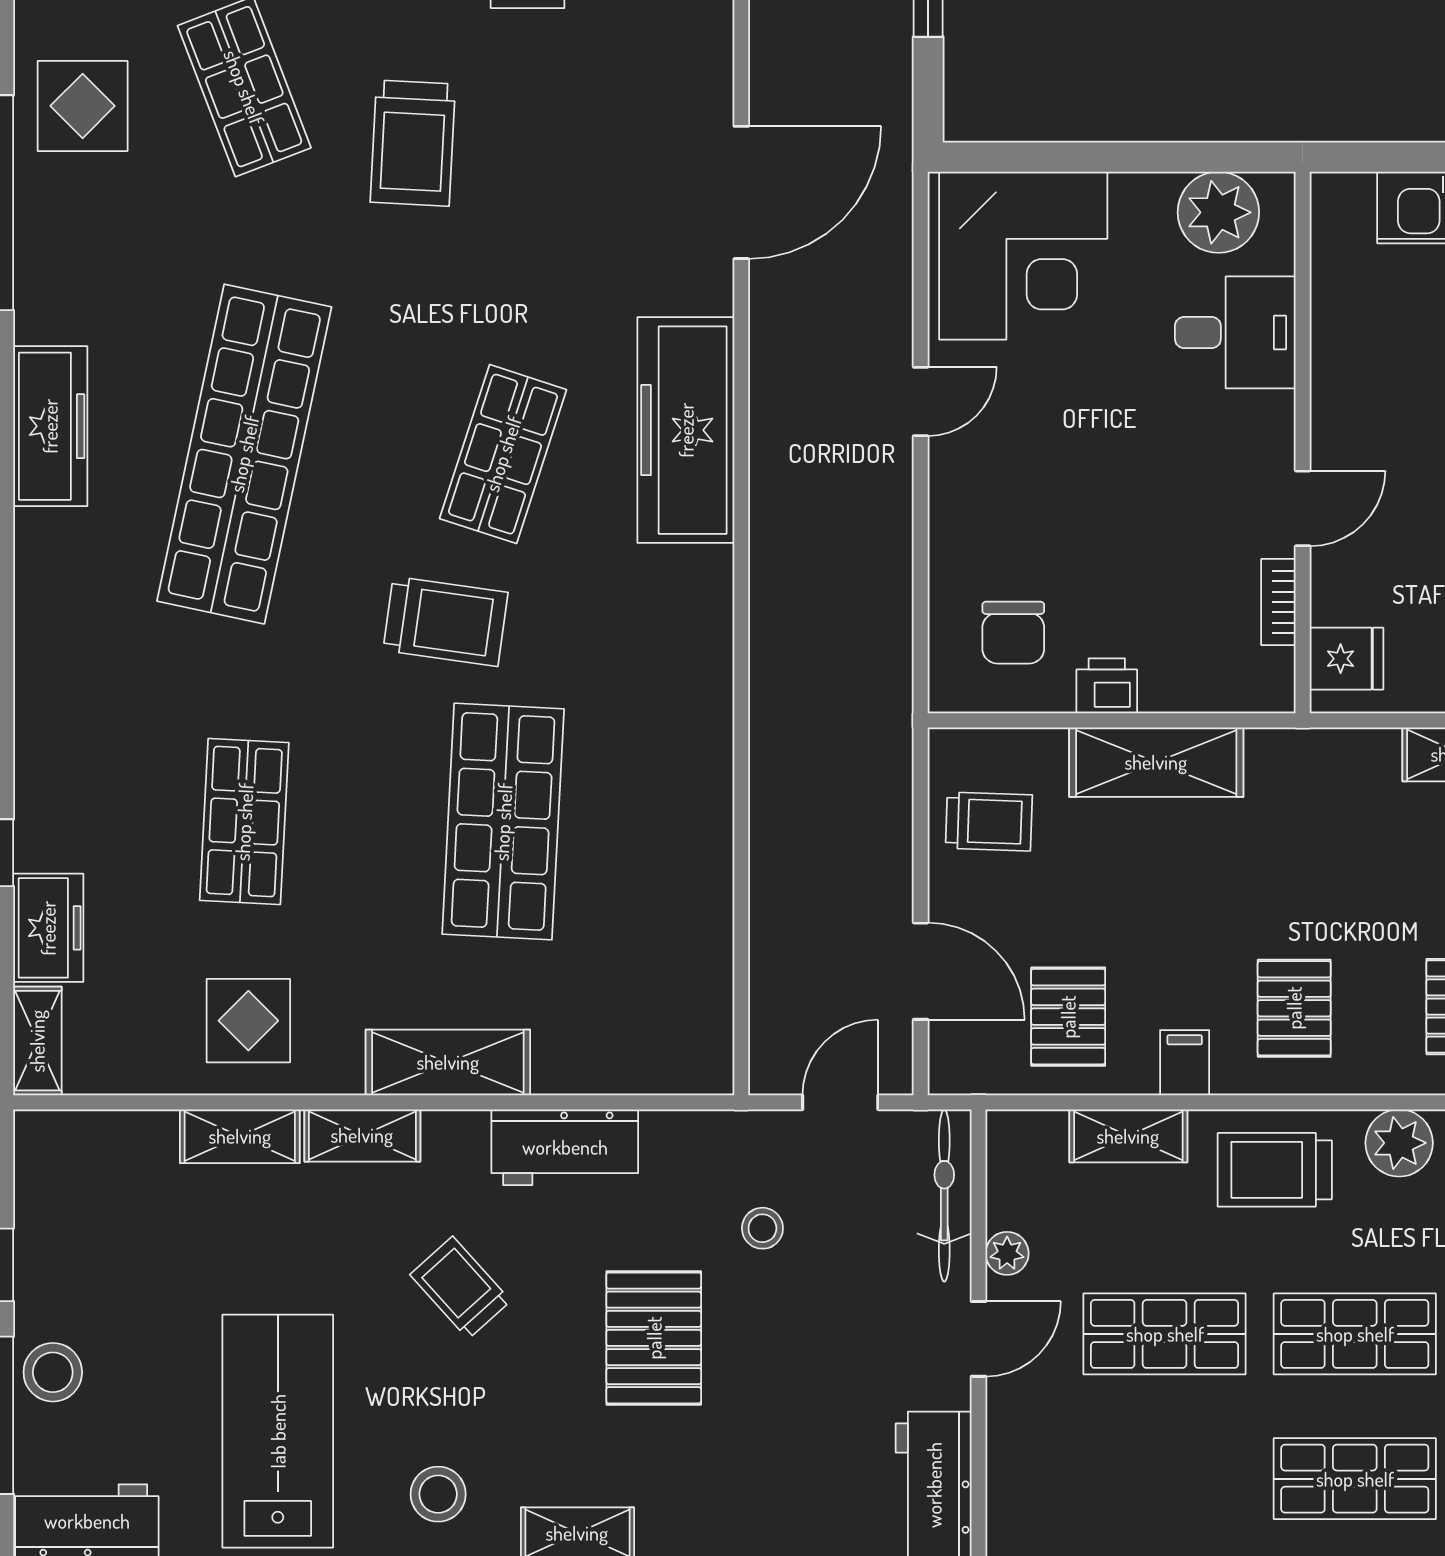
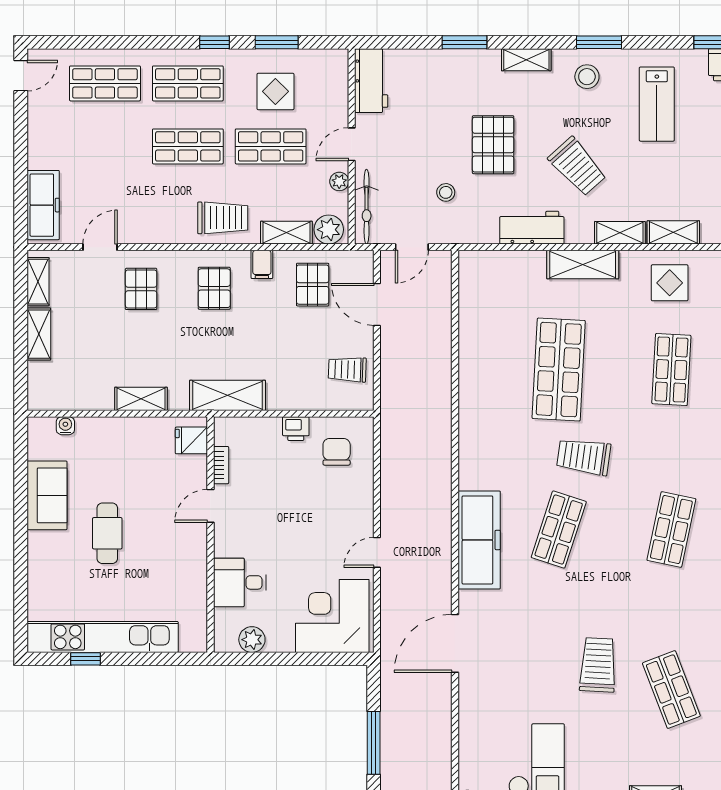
plant: (1218, 212) -> (252, 640), width x0.73, depth x0.73
shop shelf: (244, 454) -> (671, 530), width x0.50, depth x0.74
shelving: (1156, 762) -> (227, 395), moved
plant: (1399, 1143) -> (329, 230), moved
trolley: (460, 1288) -> (577, 167), width x1.36, depth x1.39
lab bench: (278, 1431) -> (657, 104), width x0.73, depth x0.72
display table: (1153, 1460) -> (275, 91), added

